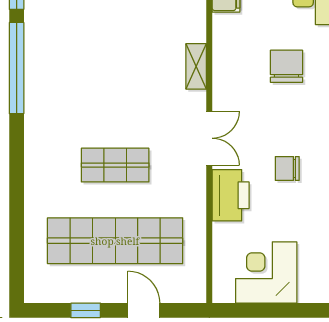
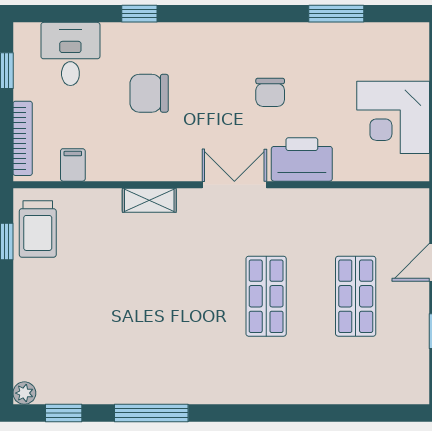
window: (17, 68) -> (151, 413), width x0.68
shop shelf: (115, 241) -> (356, 296), width x0.50, depth x0.74

